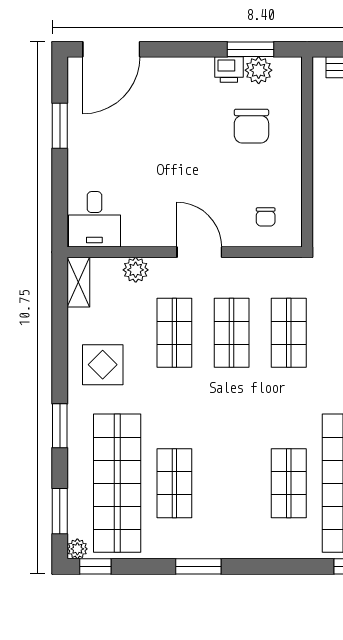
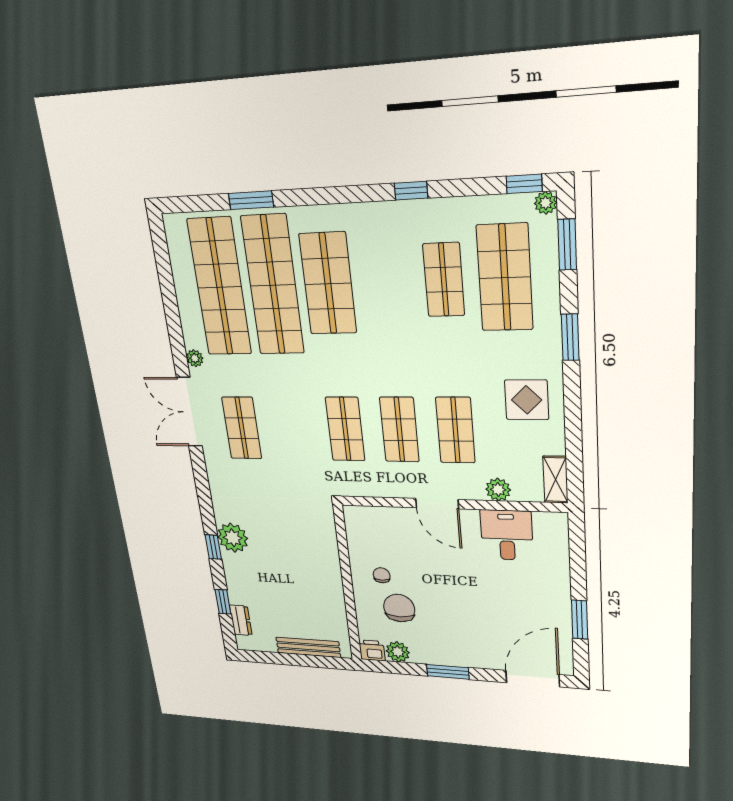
window: (251, 49) -> (448, 672), moved
printer: (229, 70) -> (372, 650), moved
chair: (266, 217) -> (382, 575), moved
desk: (94, 219) -> (507, 535), moved
shop shelf: (117, 483) -> (505, 278), width x0.71
shop shelf: (289, 483) -> (328, 284), width x1.43, depth x1.36
window: (198, 566) -> (411, 191), width x0.67

